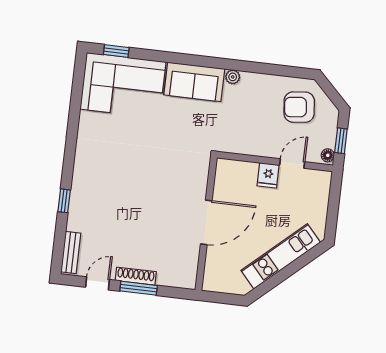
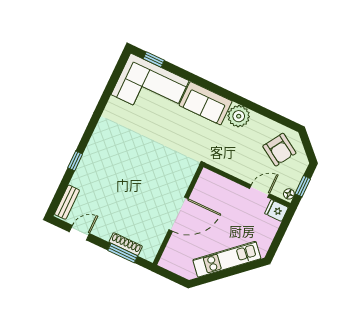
plant: (233, 77) -> (239, 116), width x1.88, depth x1.88
armchair: (299, 107) -> (279, 150), turned -142
fridge: (268, 175) -> (276, 210), moved, turned 90
shoe rack: (136, 276) -> (126, 244), moved
window: (139, 288) -> (123, 253), moved

